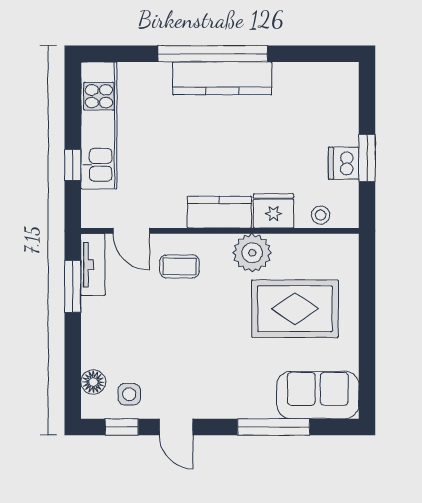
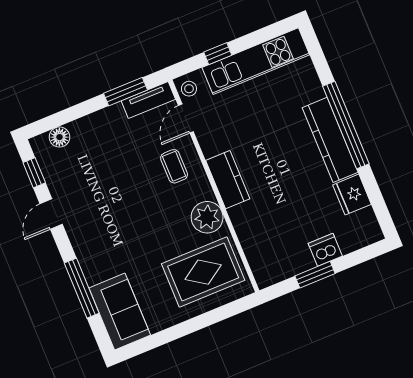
dishwasher: (344, 163) -> (325, 250), moved
fridge: (274, 211) -> (352, 195), moved, turned 180
stool: (321, 215) -> (189, 89), moved
rug: (295, 309) -> (203, 272), moved, turned 90
side table: (129, 394) -> (61, 168), removed

